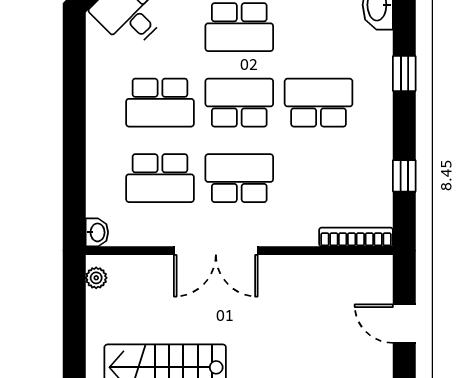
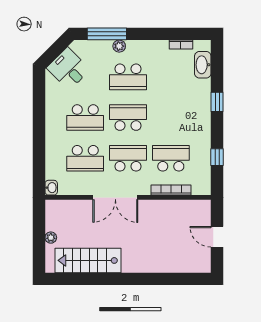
school desk: (319, 103) -> (171, 158), moved
bookcase: (356, 237) -> (171, 190), moved
plant: (96, 278) -> (51, 238), moved

